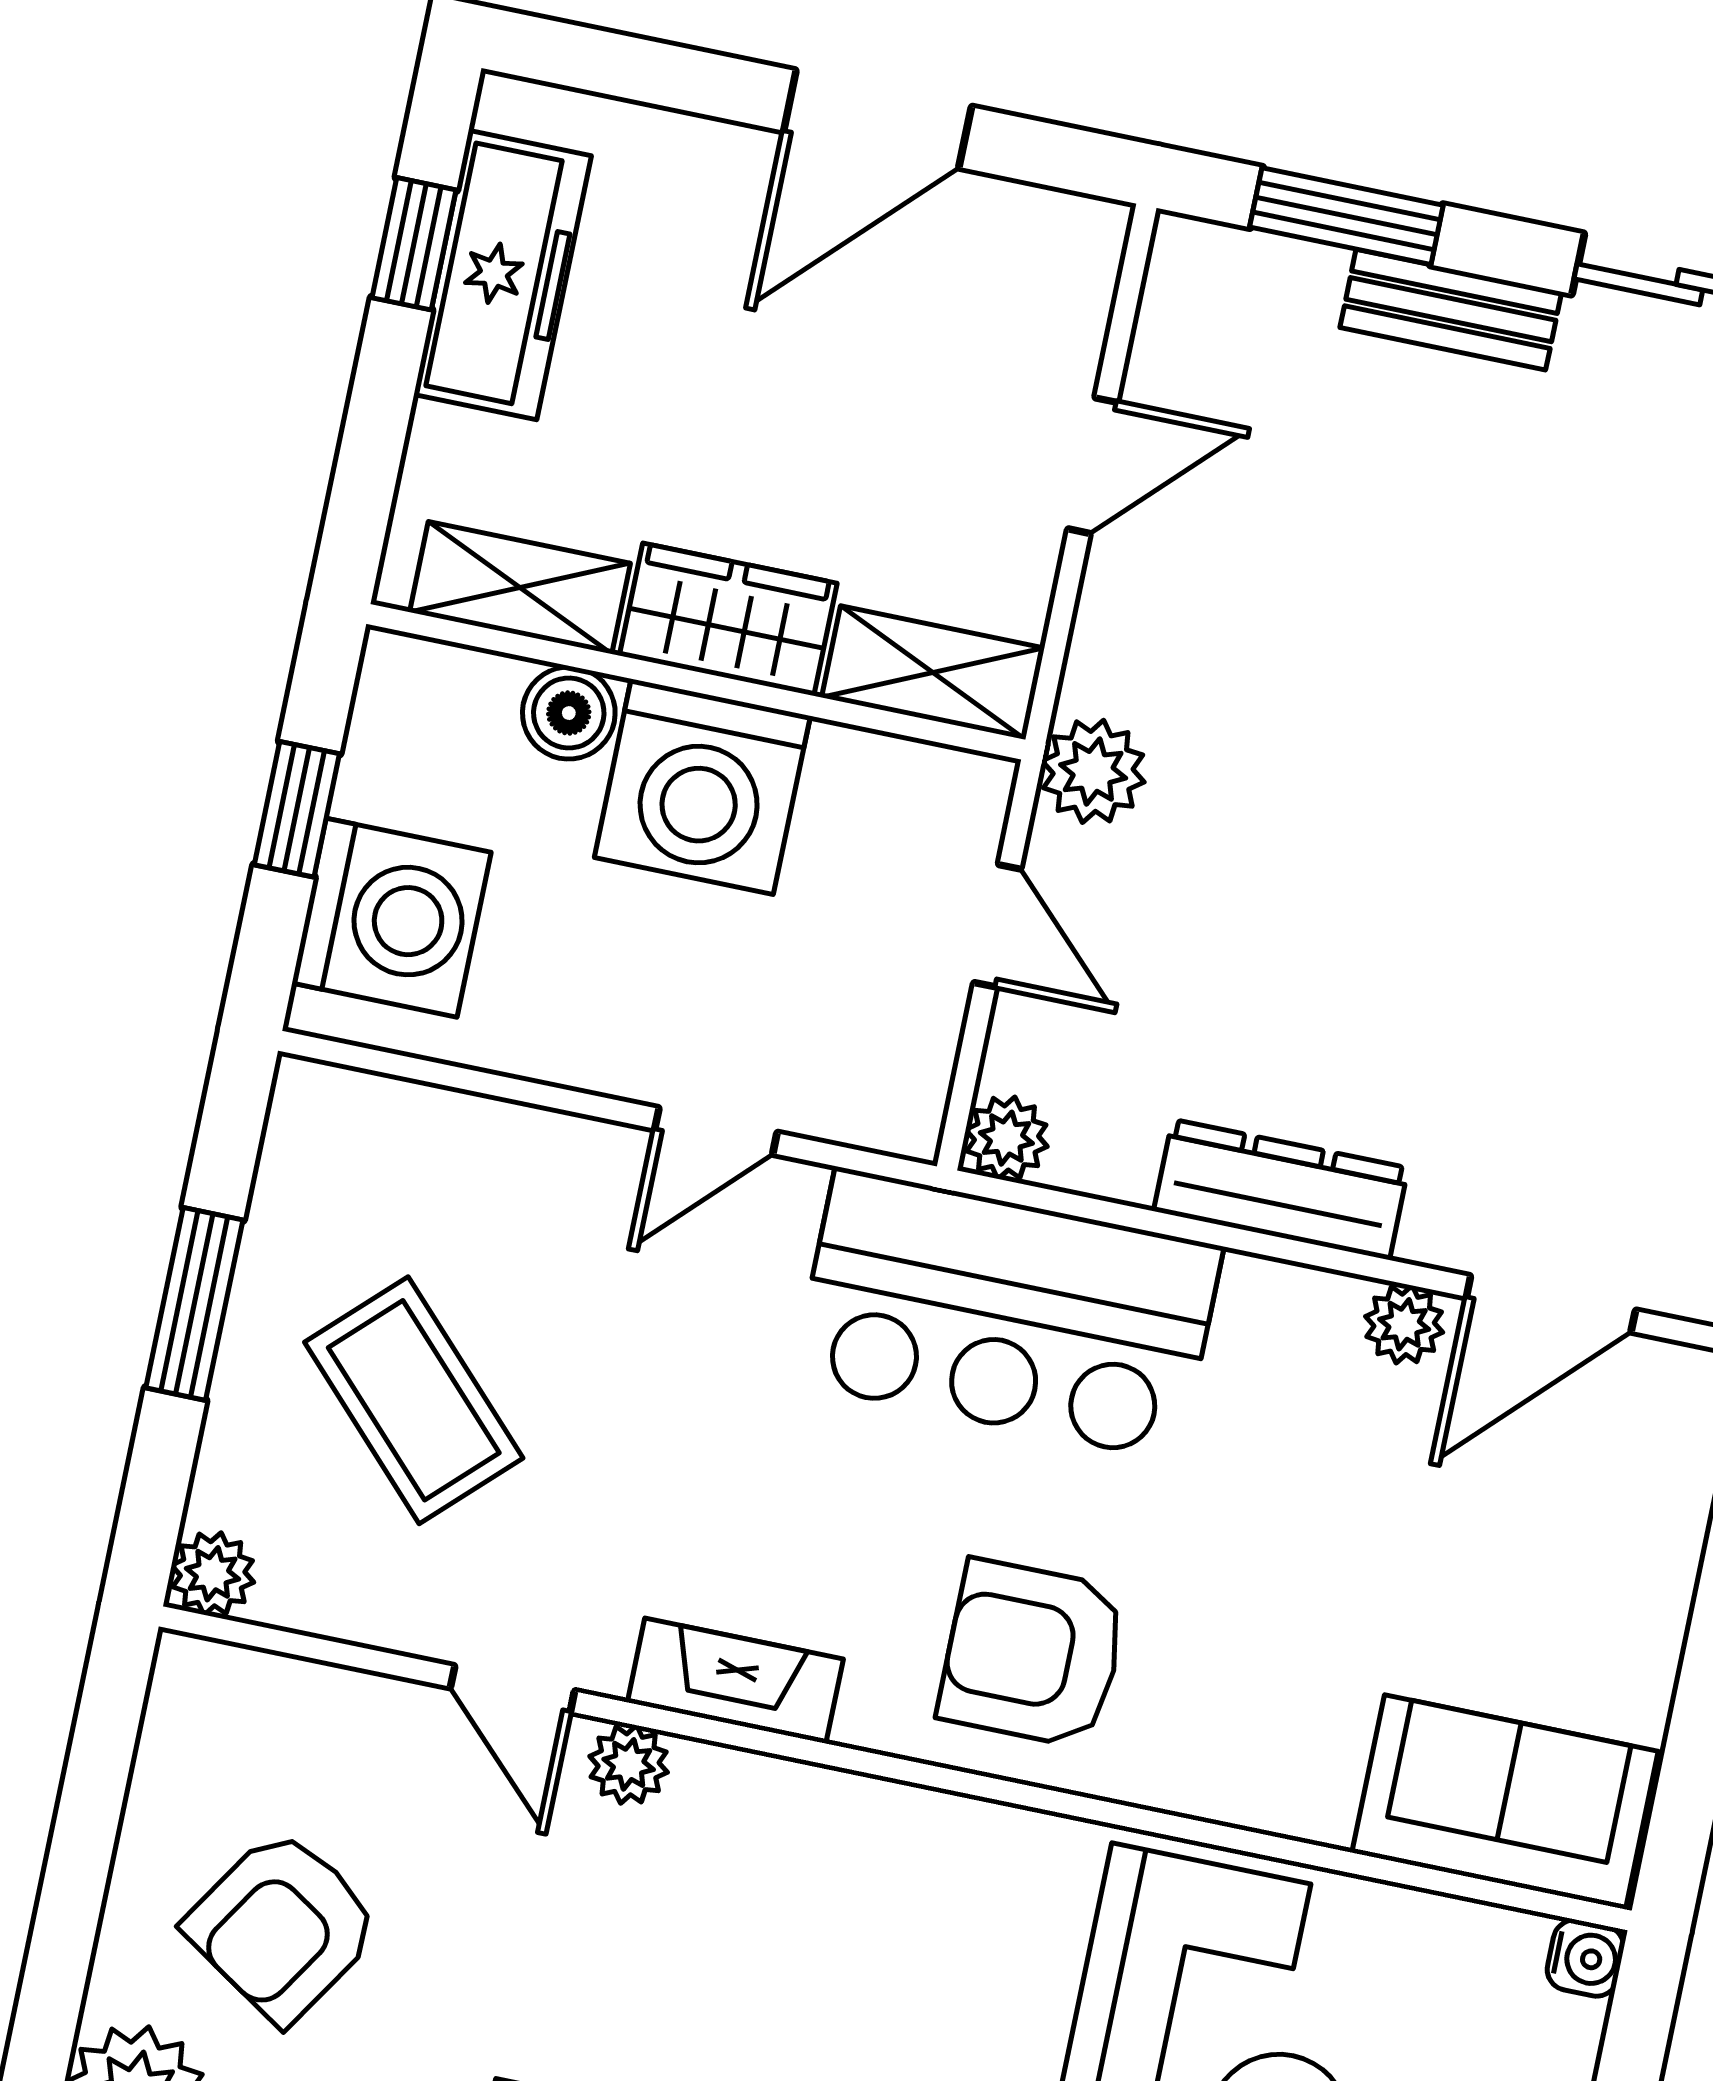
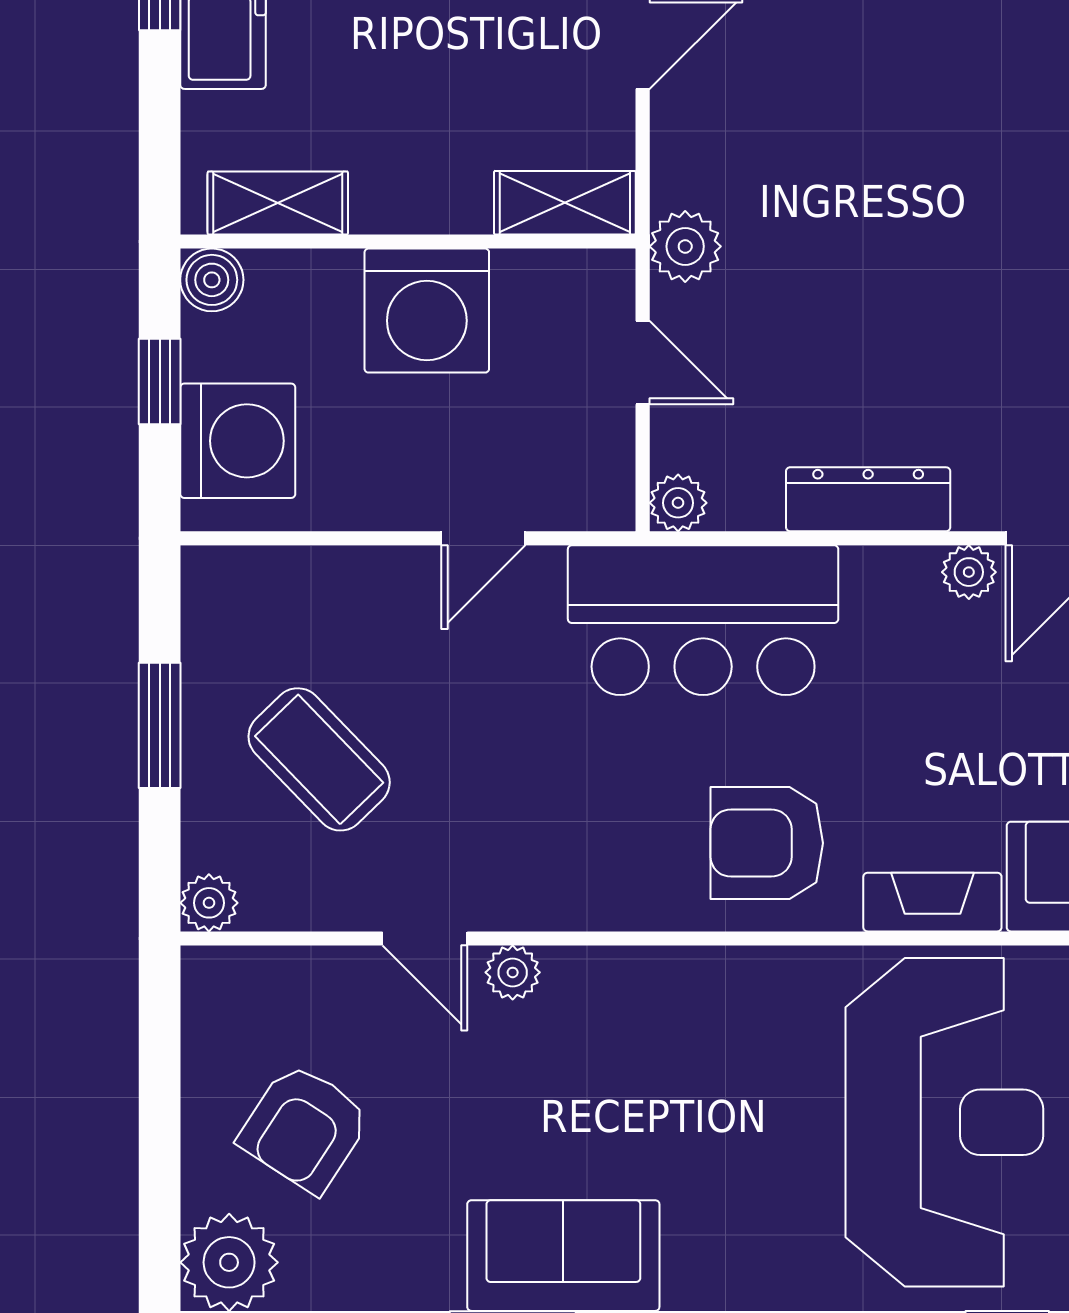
wardrobe: (728, 619) -> (421, 195), removed
boiler: (569, 713) -> (212, 280), moved
fireplace: (735, 1681) -> (932, 902), moved

